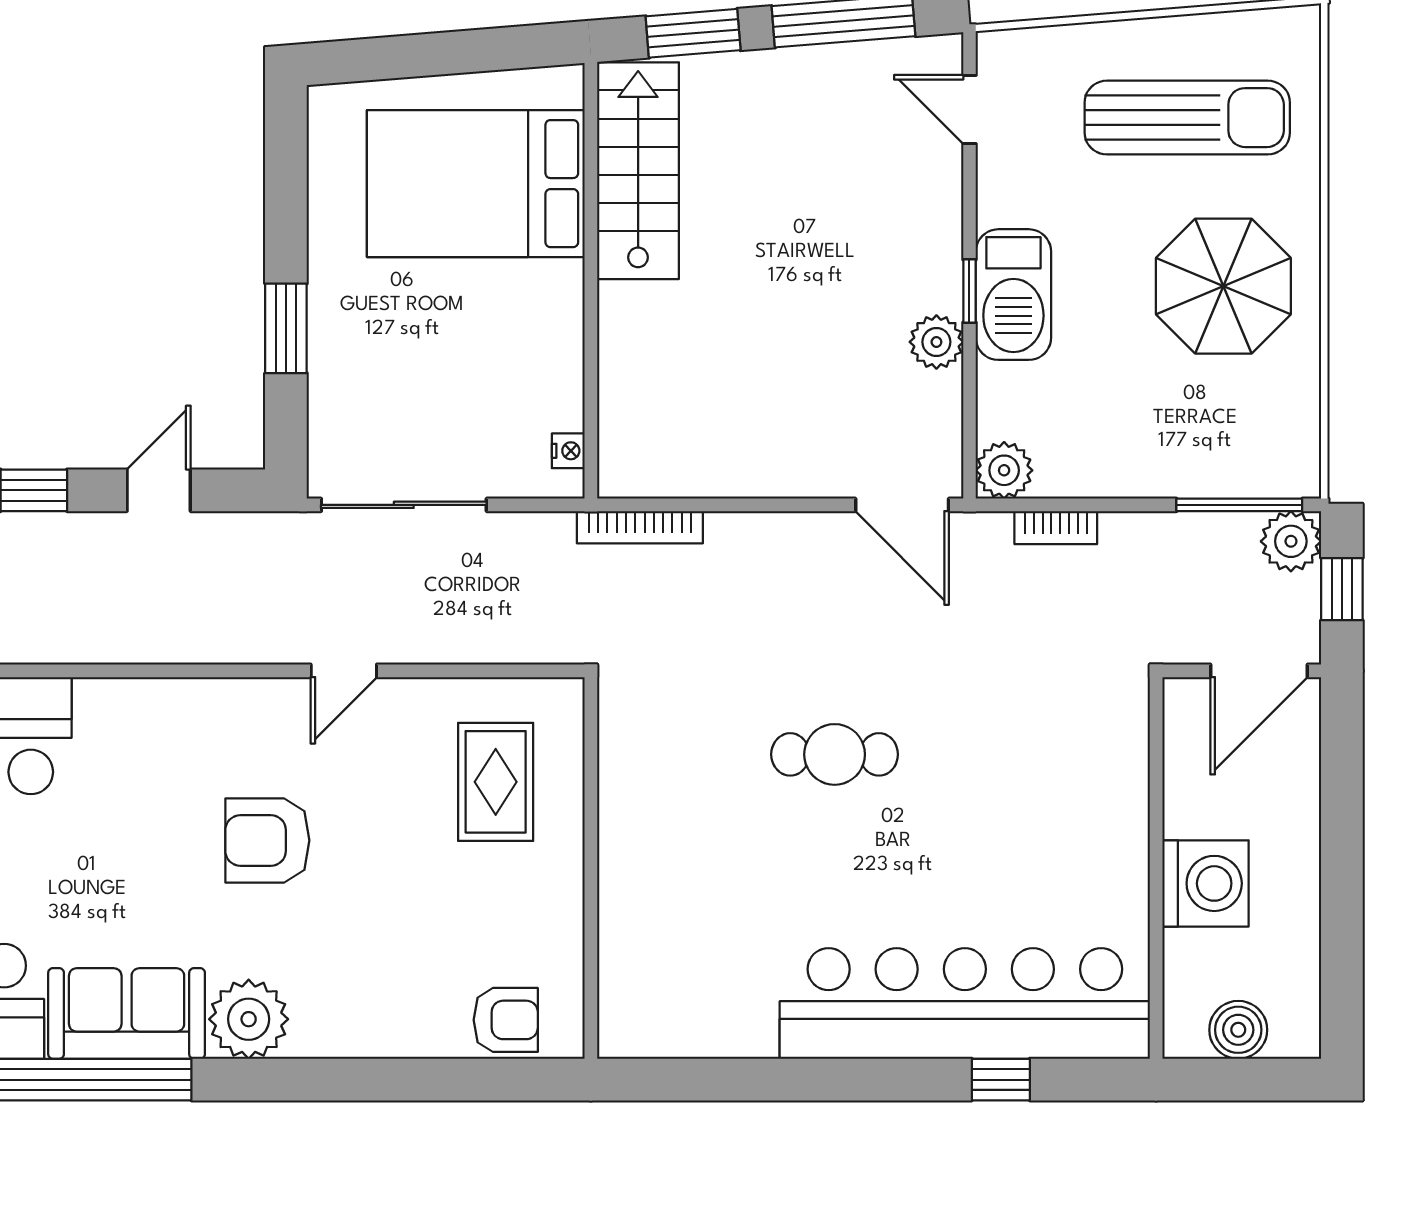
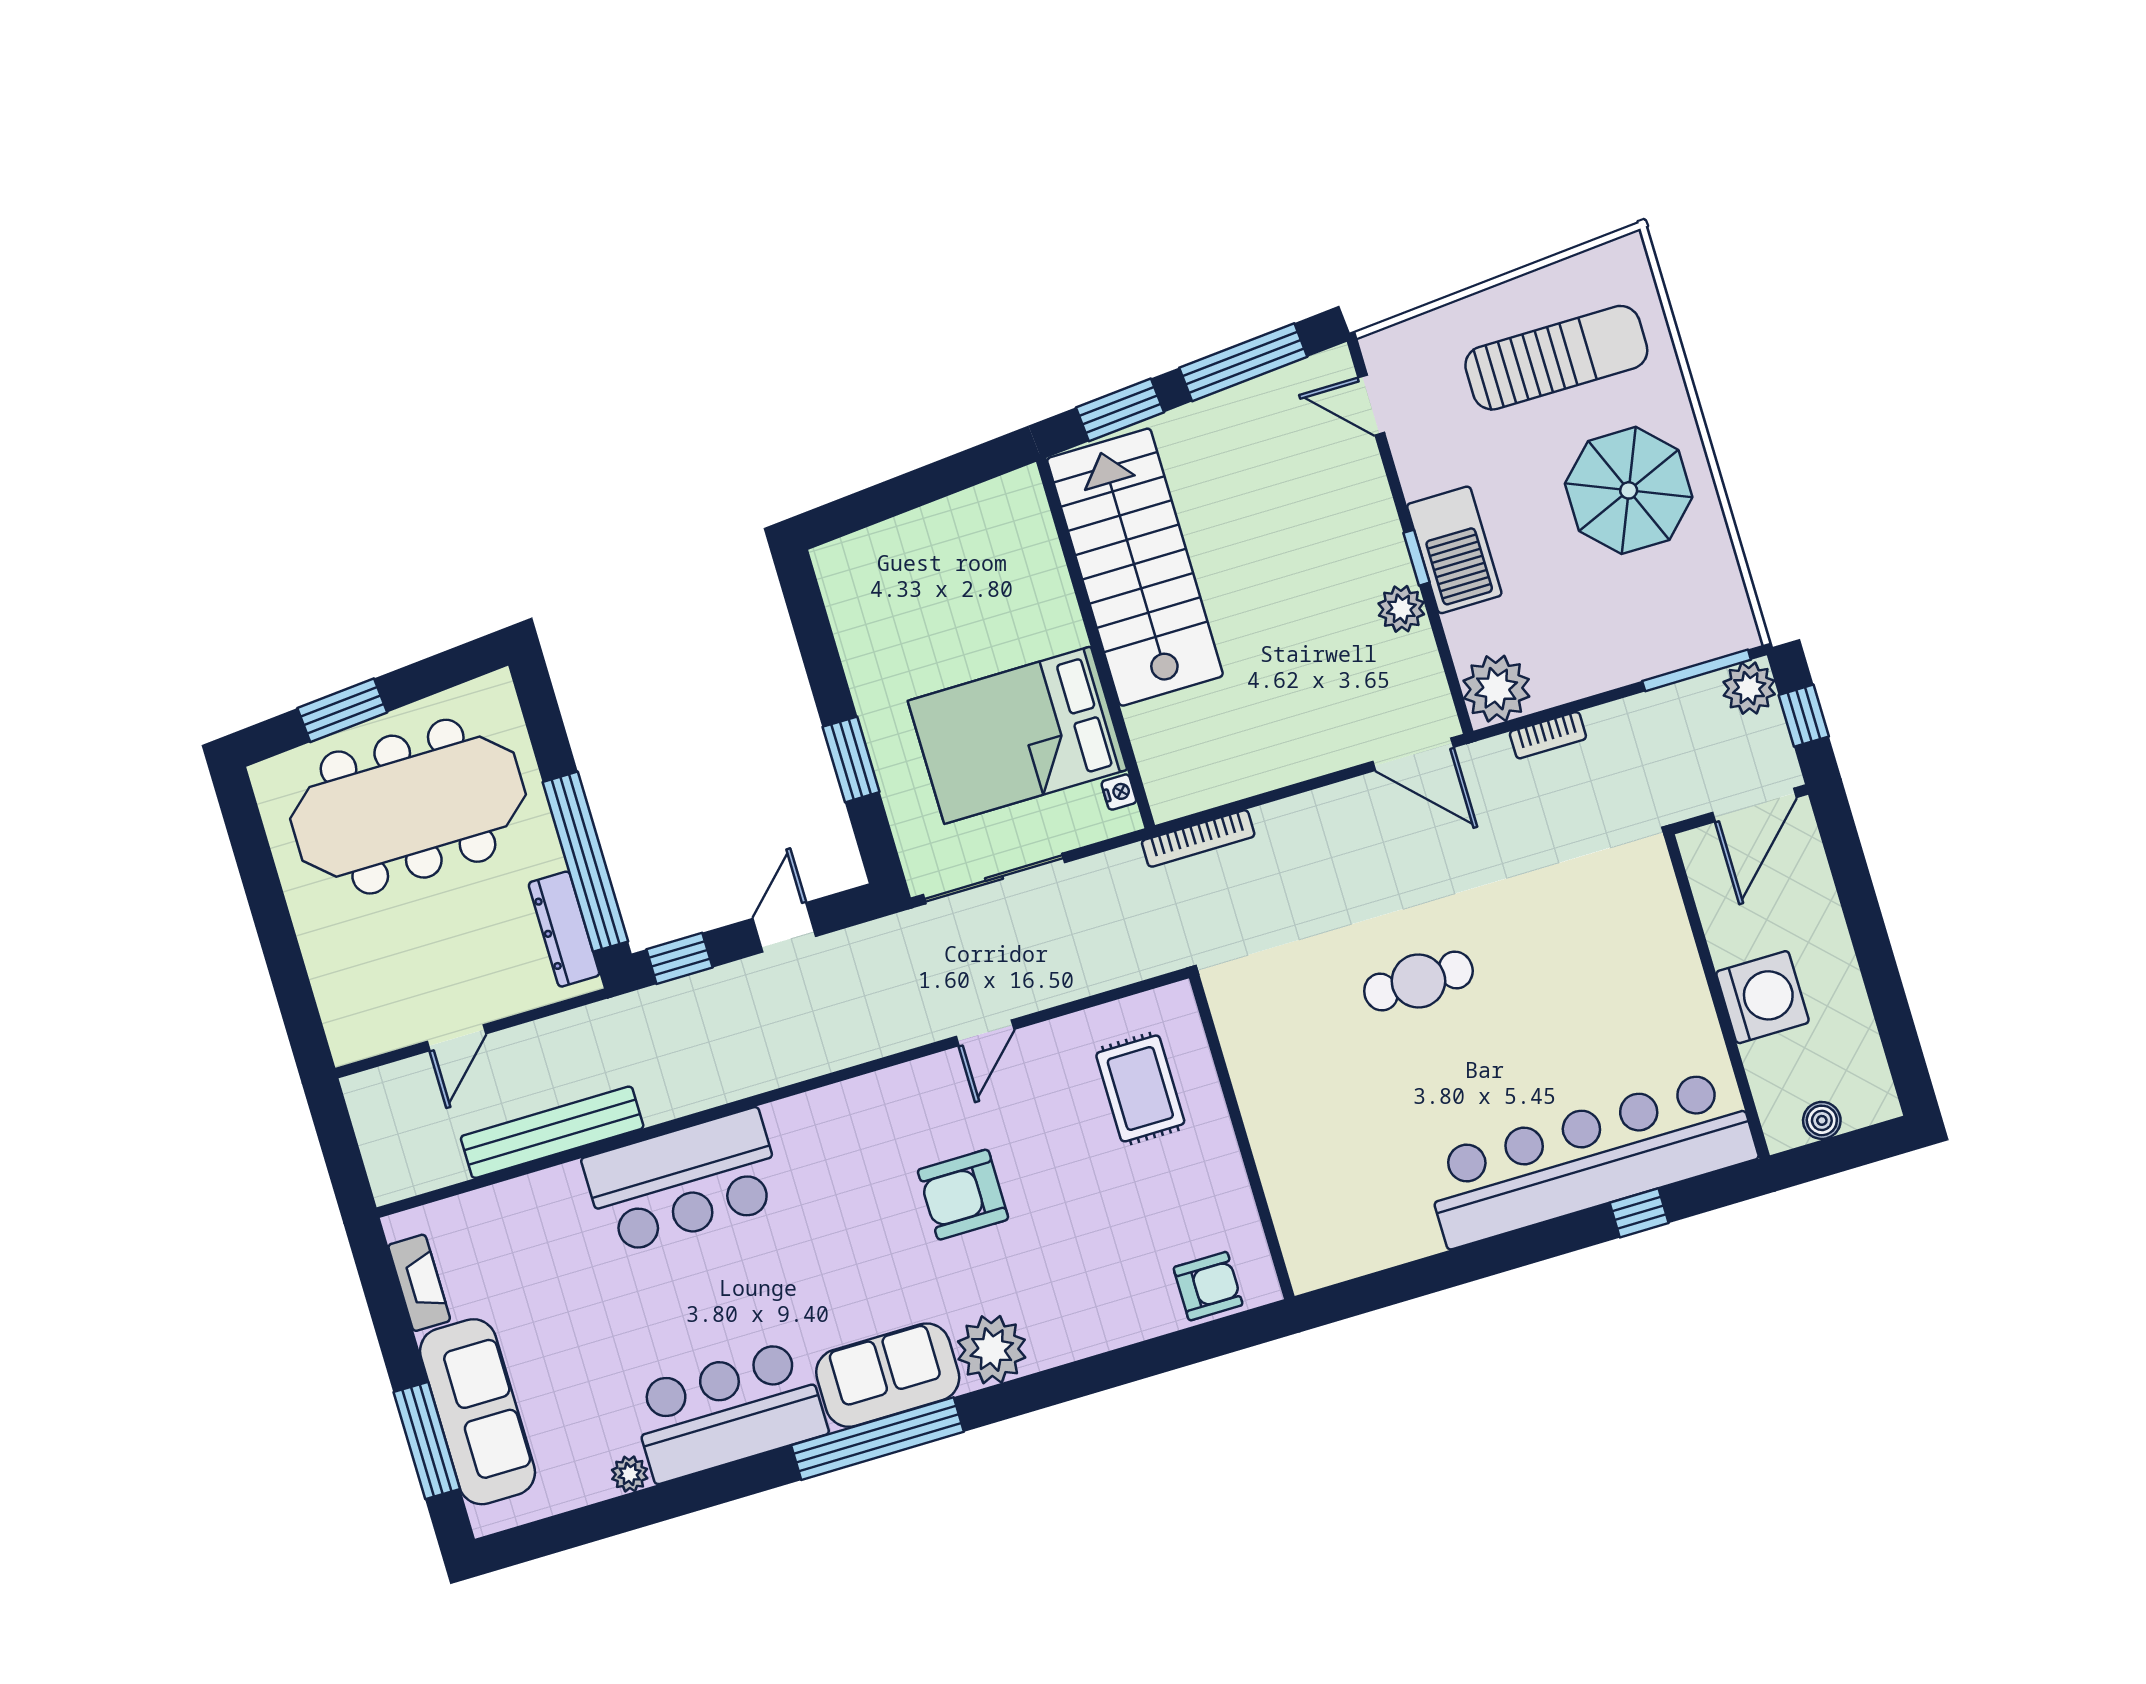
stairs: (638, 171) -> (1135, 567), width x1.36, depth x1.51
bed: (476, 184) -> (1018, 735), moved
plant: (1004, 470) -> (1496, 689), width x1.36, depth x1.36
boiler: (1238, 1030) -> (1822, 1120), width x0.73, depth x0.73

